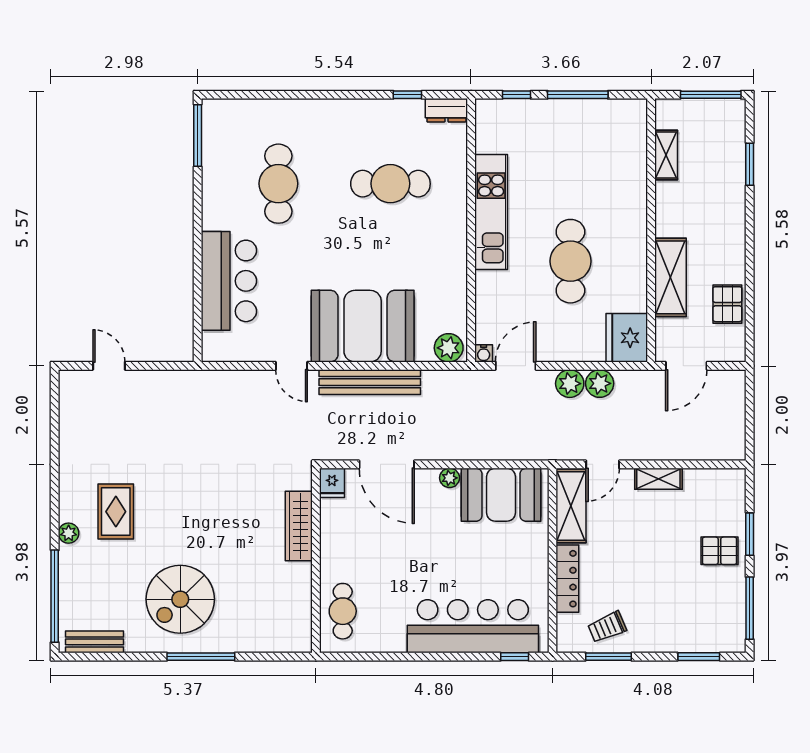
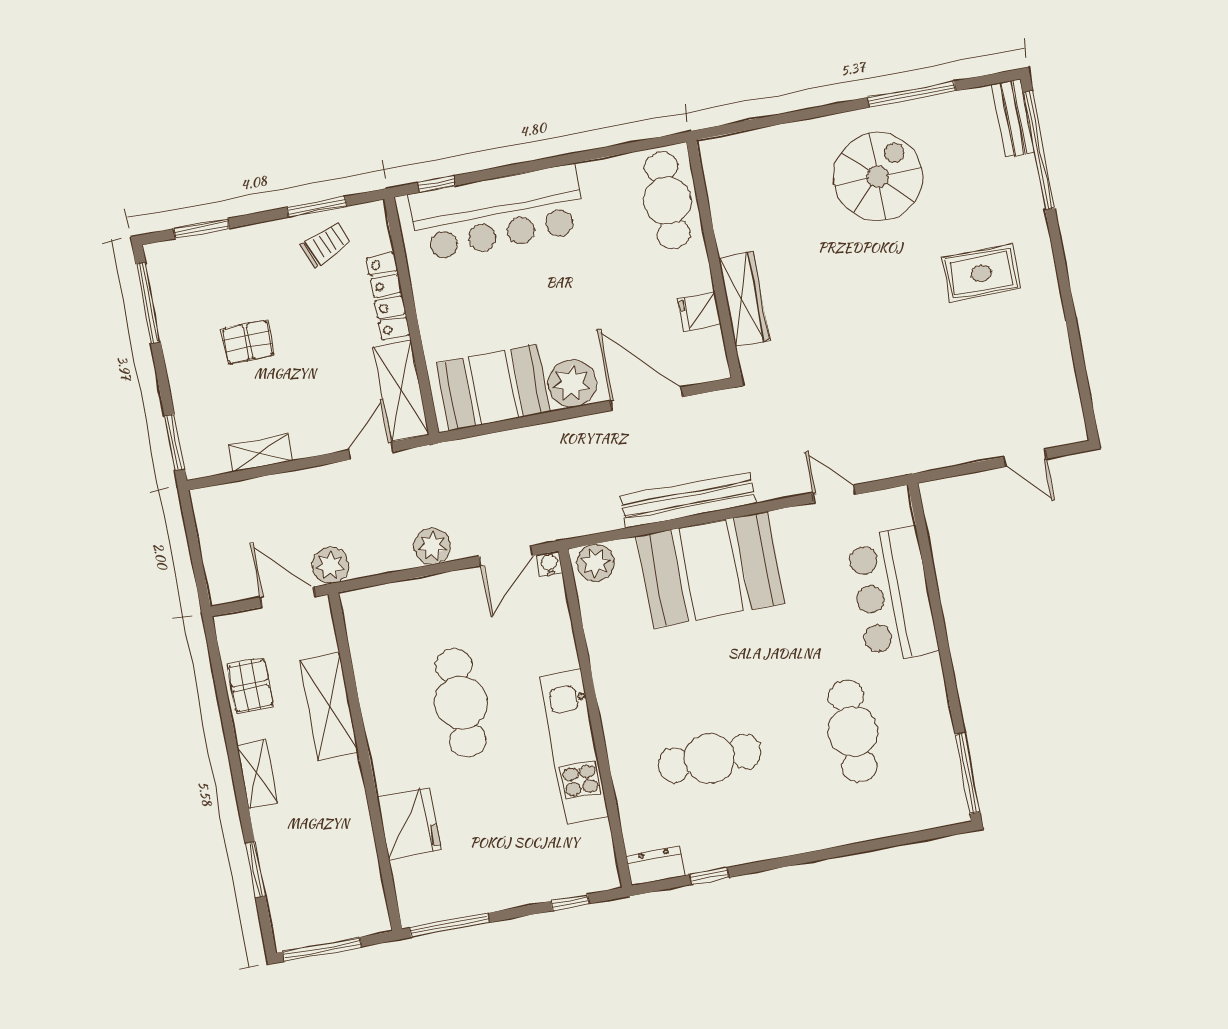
window: (578, 95) -> (449, 925), moved
shelving: (666, 155) -> (257, 774), moved
fridge: (627, 338) -> (409, 823), moved
door: (291, 366) -> (834, 494), moved
door: (686, 366) -> (288, 597), hinge flipped
plant: (600, 383) -> (331, 566), moved
plant: (450, 478) -> (572, 384), width x1.88, depth x1.88
shelving: (658, 479) -> (260, 453), moved
fridge: (332, 483) -> (699, 311), moved, turned -90
rug: (116, 512) -> (981, 273), turned 90
plant: (69, 533) -> (1036, 234), removed
window: (750, 534) -> (174, 442), moved
pallet: (719, 551) -> (248, 342), moved
cafe table: (343, 611) -> (667, 201), width x1.37, depth x1.35
bench: (95, 642) -> (1013, 118), moved, turned 90
window: (201, 657) -> (912, 94), moved

